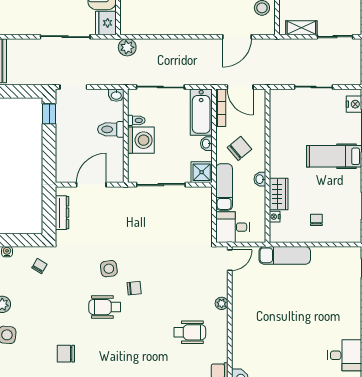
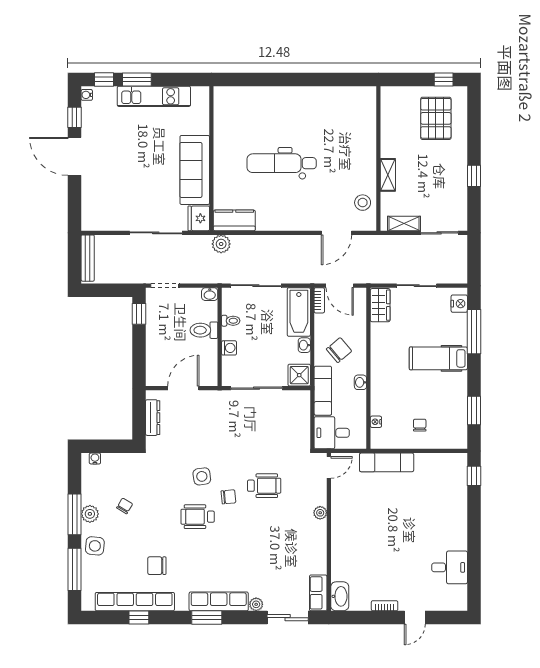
kitchen counter: (140, 25) -> (234, 220), added
bookcase: (221, 108) -> (319, 300), width x0.64
washing machine: (141, 140) -> (229, 348), width x0.53, depth x0.53
wardrobe: (279, 194) -> (380, 305), moved
chair: (39, 266) -> (125, 506), moved
wheelchair: (190, 332) -> (264, 486), moved

